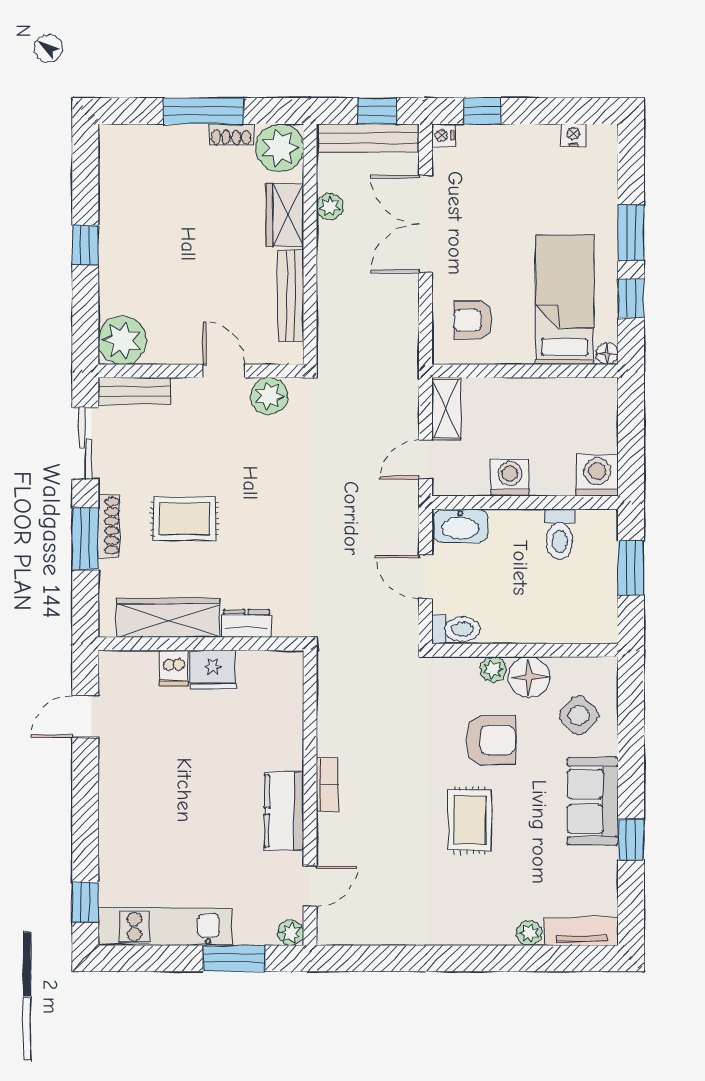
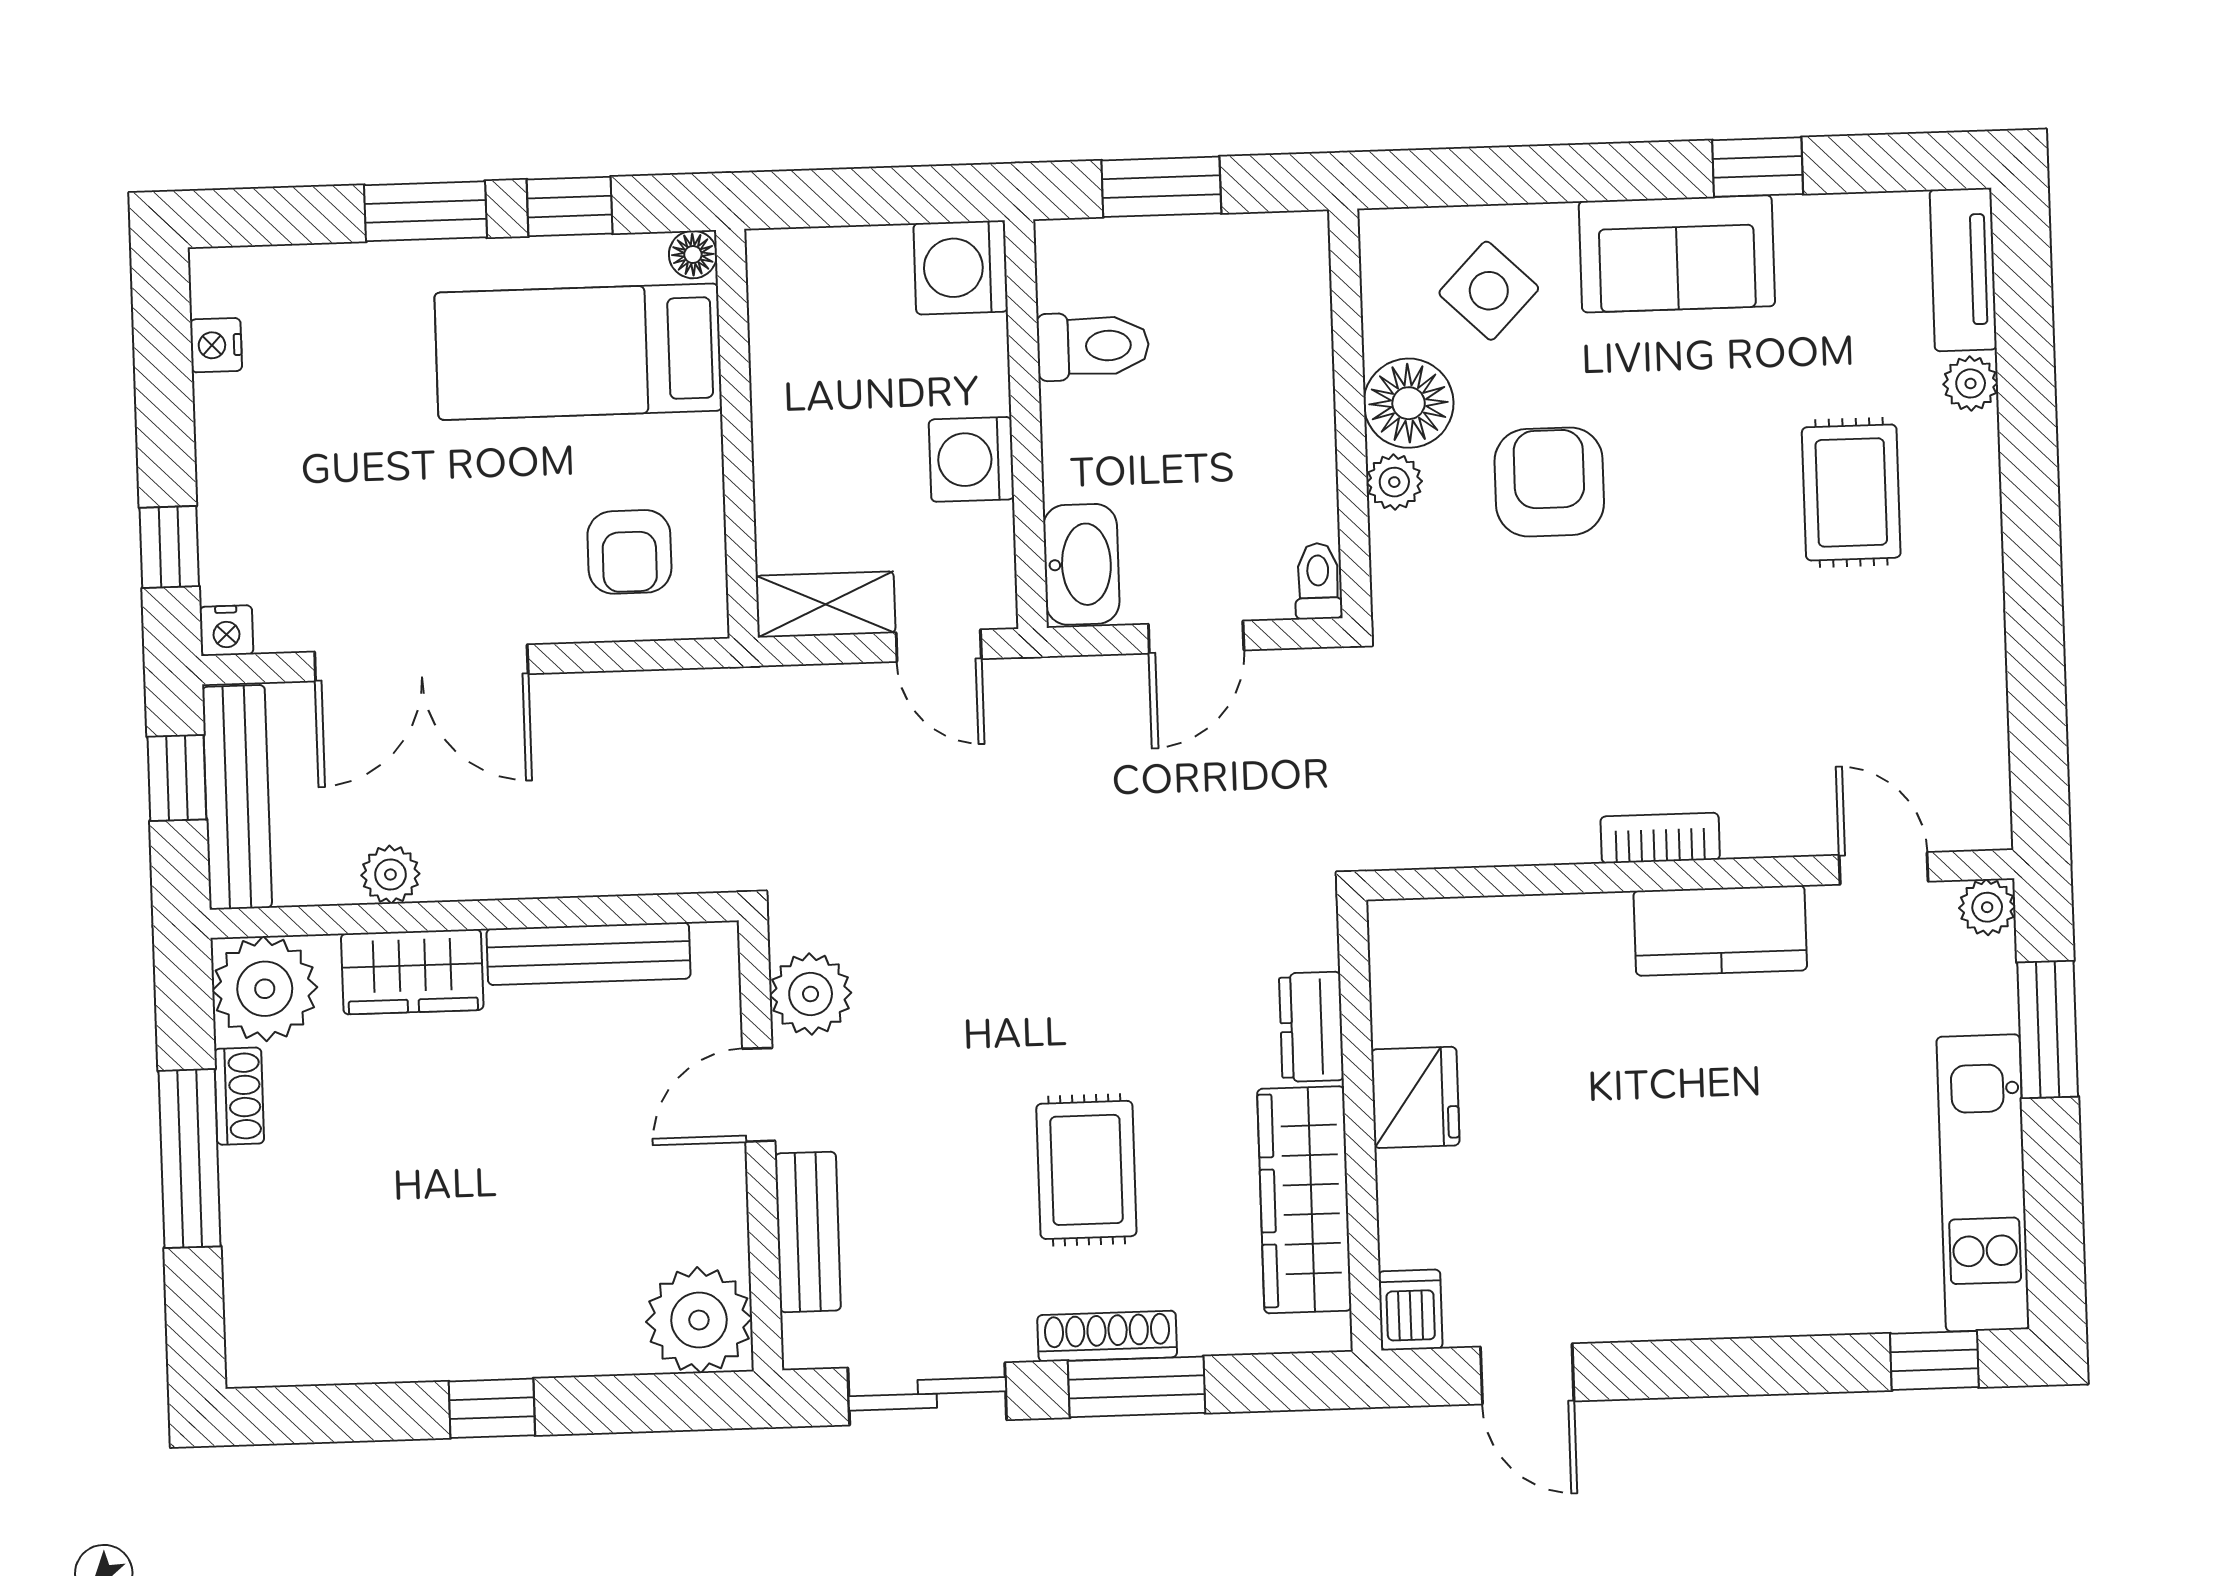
bench: (134, 391) -> (808, 1232), moved
toilet: (456, 629) -> (1318, 581), width x0.73, depth x0.72
dishwasher: (174, 668) -> (1411, 1310), moved, turned -90
rug: (470, 820) -> (1851, 492), moved, turned 90

